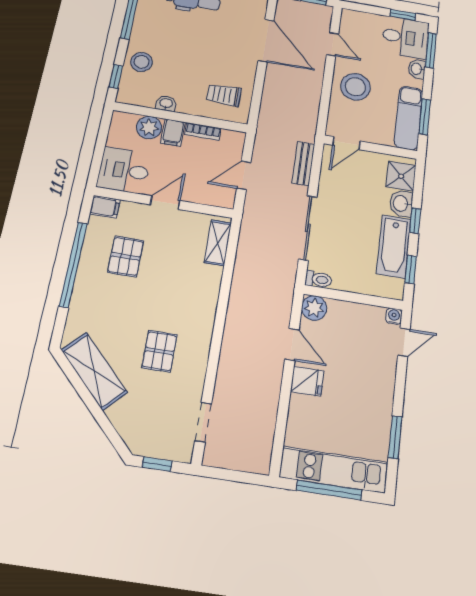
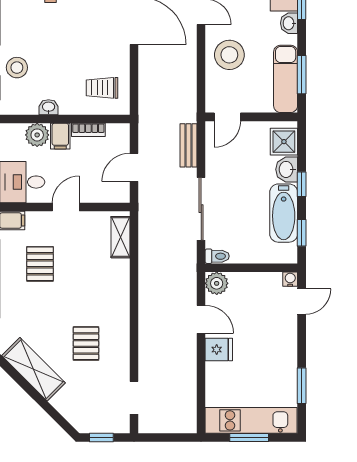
window: (329, 490) -> (249, 437), width x0.69

